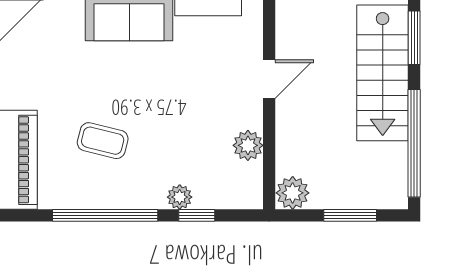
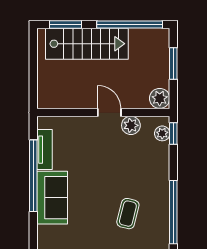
door: (269, 79) -> (109, 113), moved
plant: (180, 197) -> (162, 133), moved
window: (197, 215) -> (173, 133), moved

